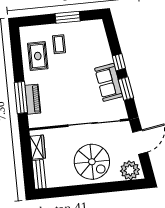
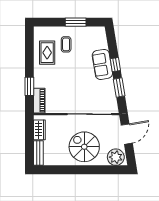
sofa: (109, 82) -> (102, 64), moved
window: (21, 98) -> (29, 86), width x0.69
piano: (33, 99) -> (39, 101), moved
spiral stairs: (92, 162) -> (84, 147), turned 180

